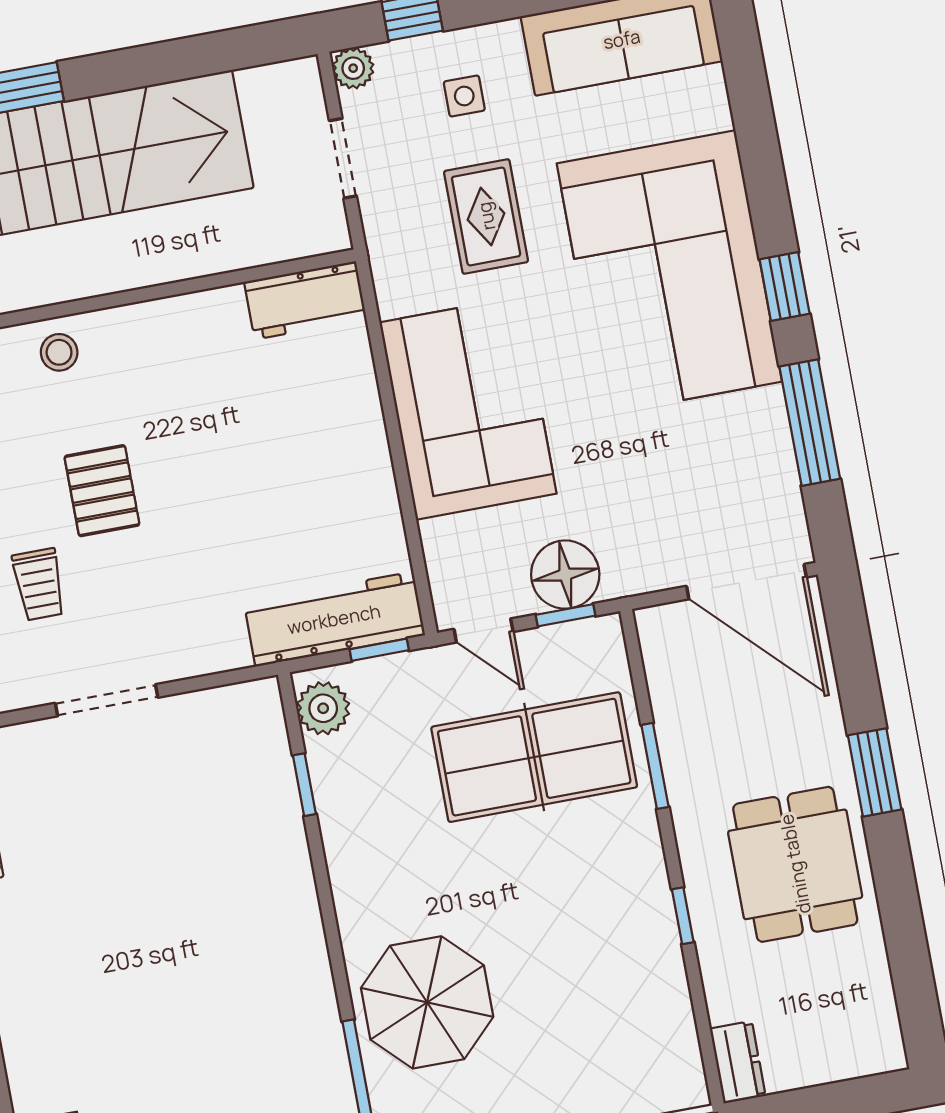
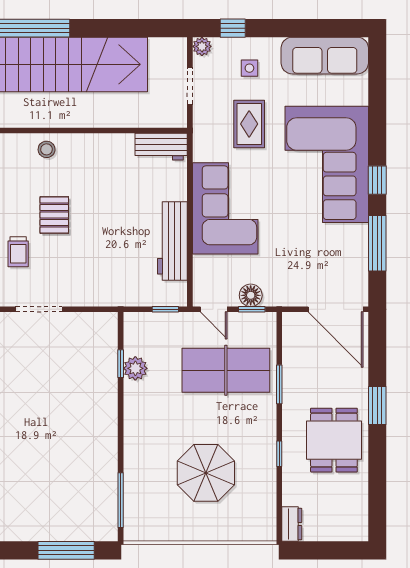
floor lamp: (565, 575) -> (251, 295), width x0.73, depth x0.73
workbench: (334, 619) -> (172, 241), moved, turned -90
plant: (323, 708) -> (135, 368), moved
parasol: (427, 1002) -> (206, 473), moved

